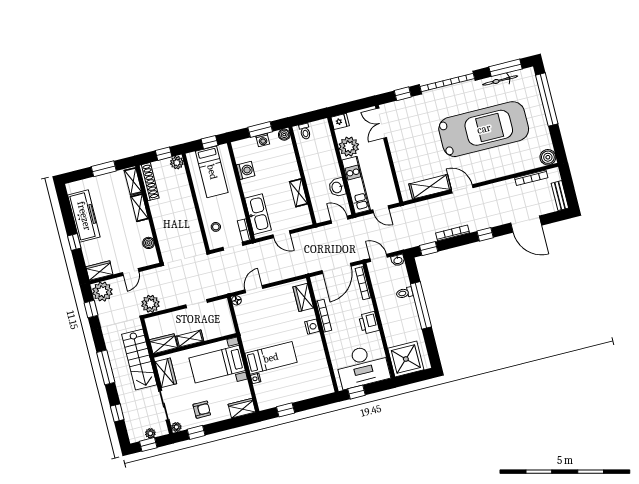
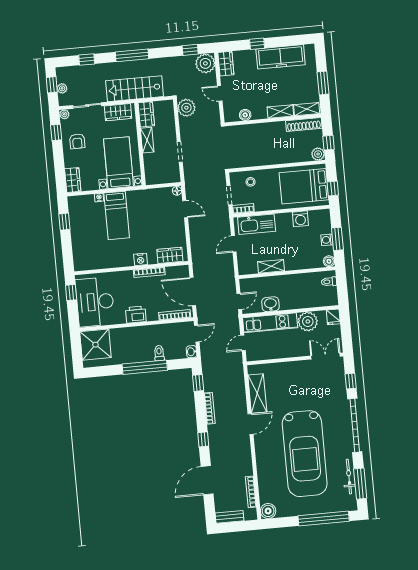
bed: (212, 172) -> (304, 186), width x1.50

